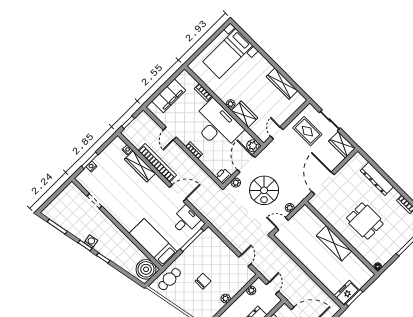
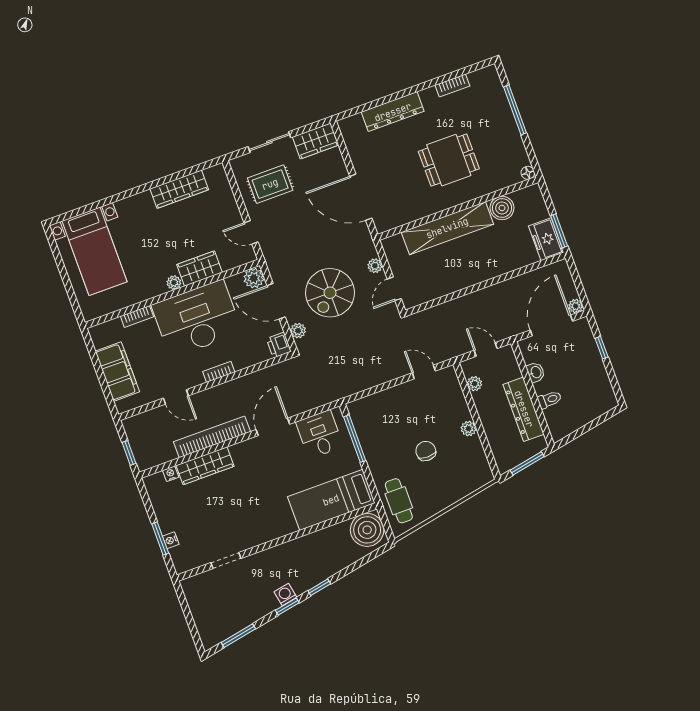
spiral stairs: (264, 190) -> (330, 293), turned 90
shelving: (334, 243) -> (447, 228), width x1.47
boiler: (352, 261) -> (502, 208), added

